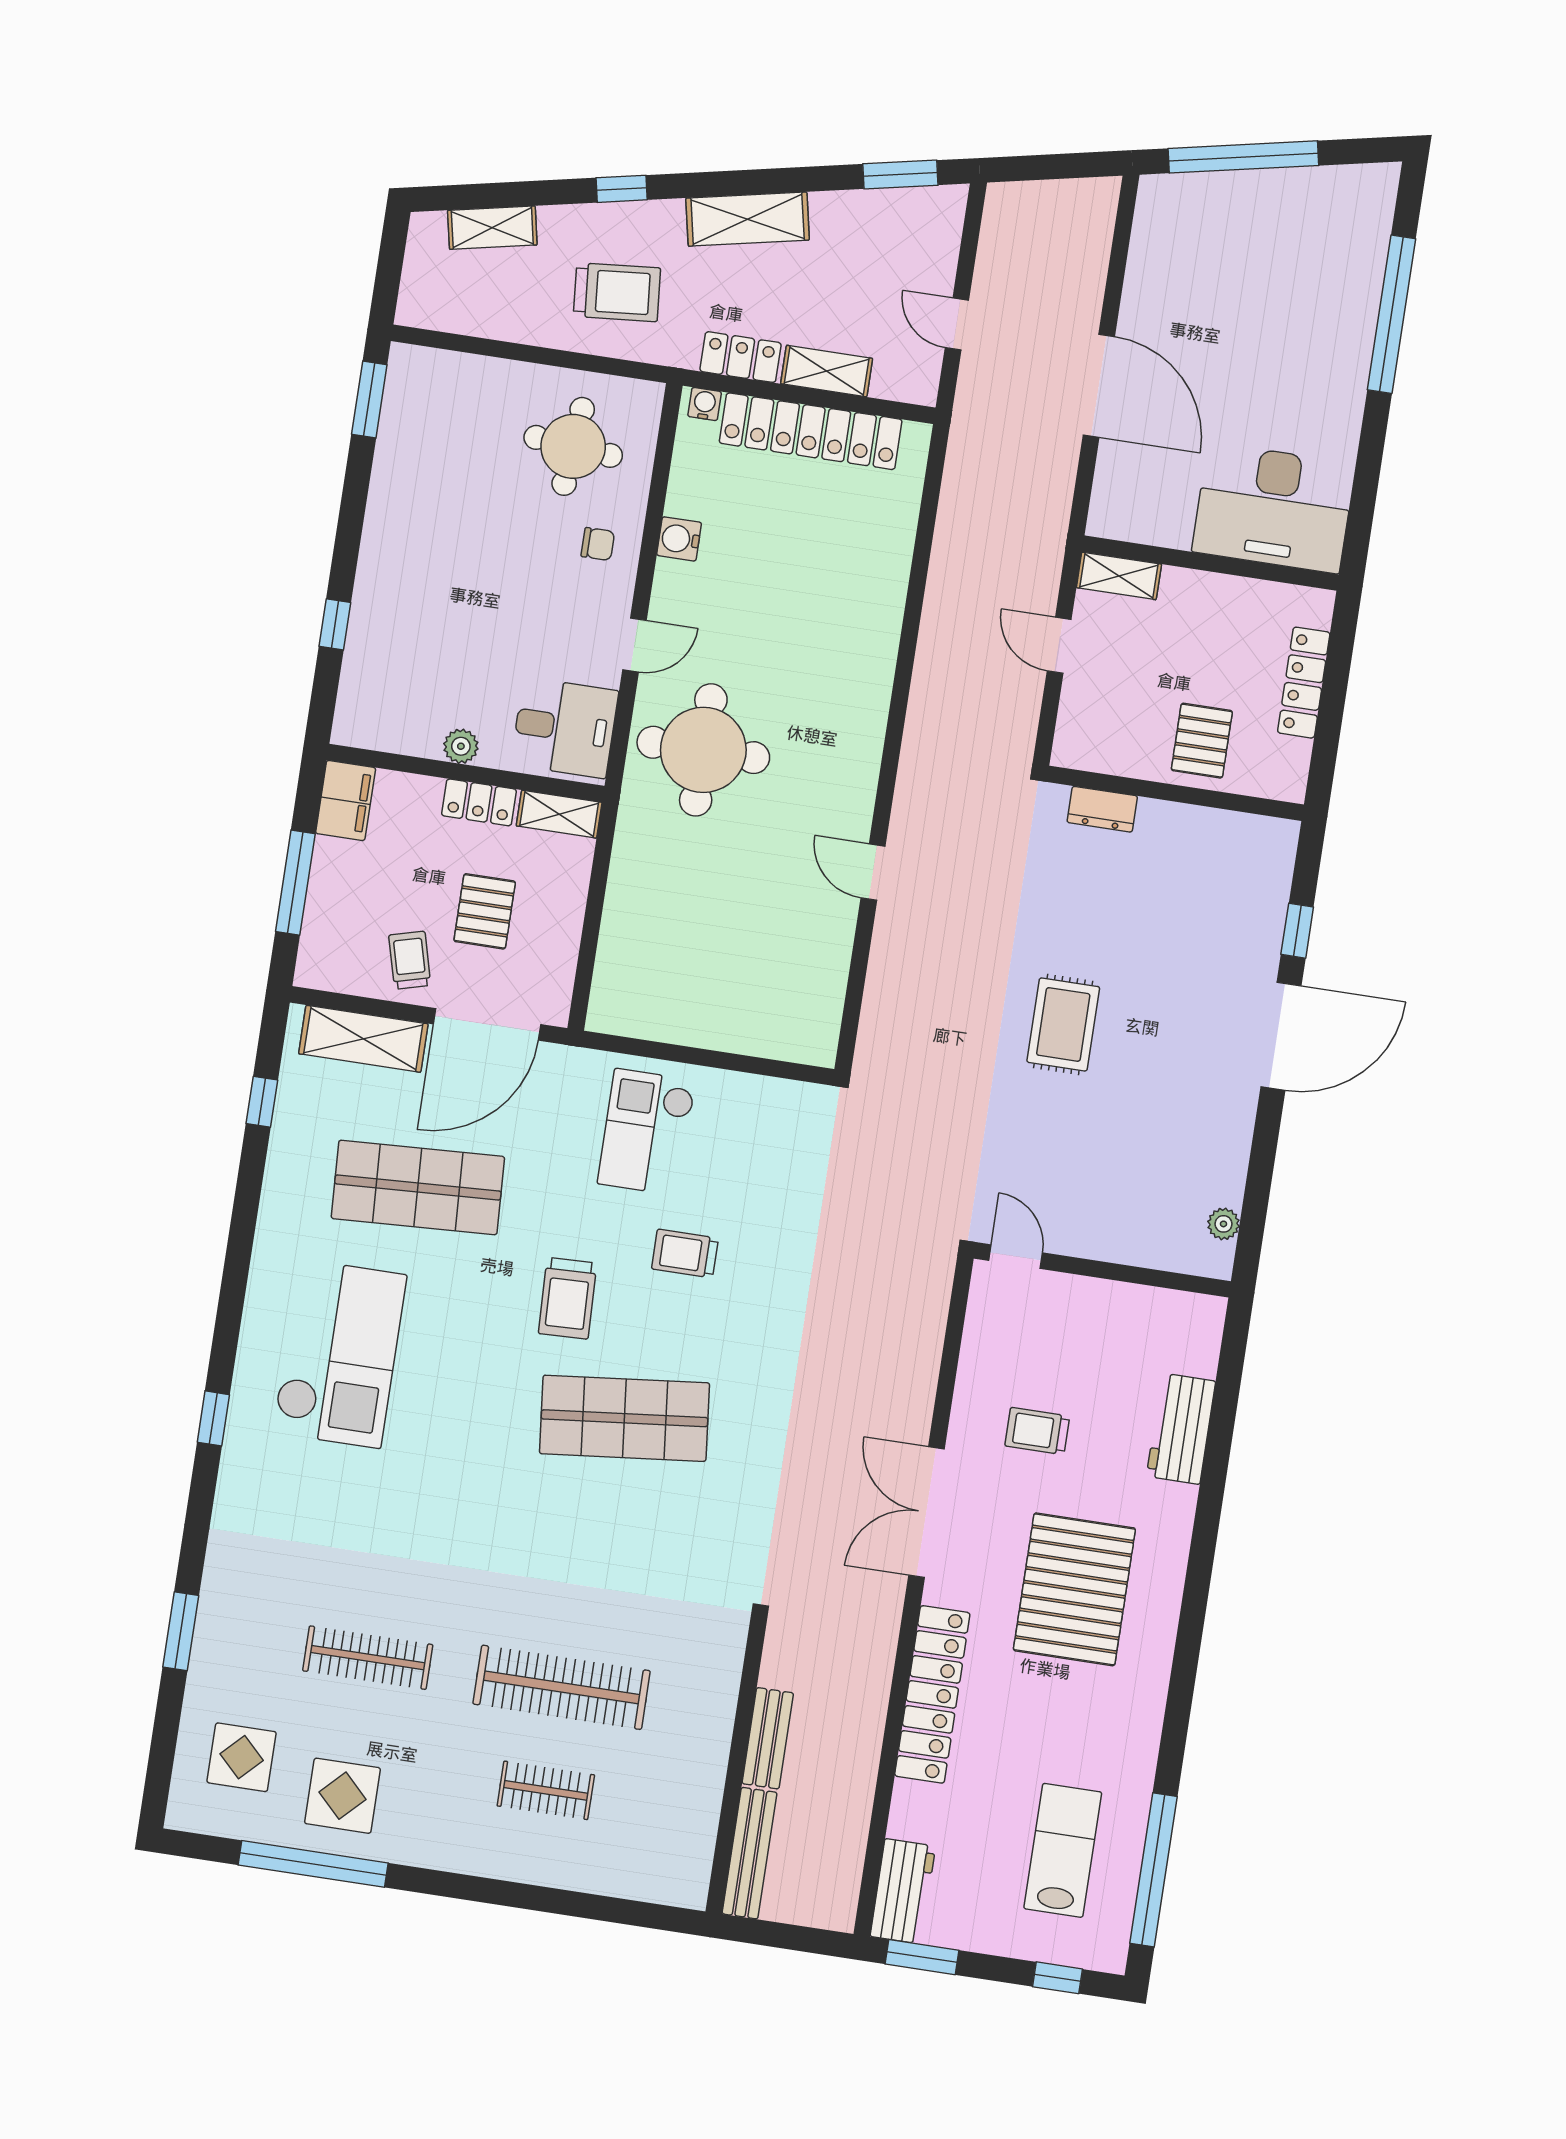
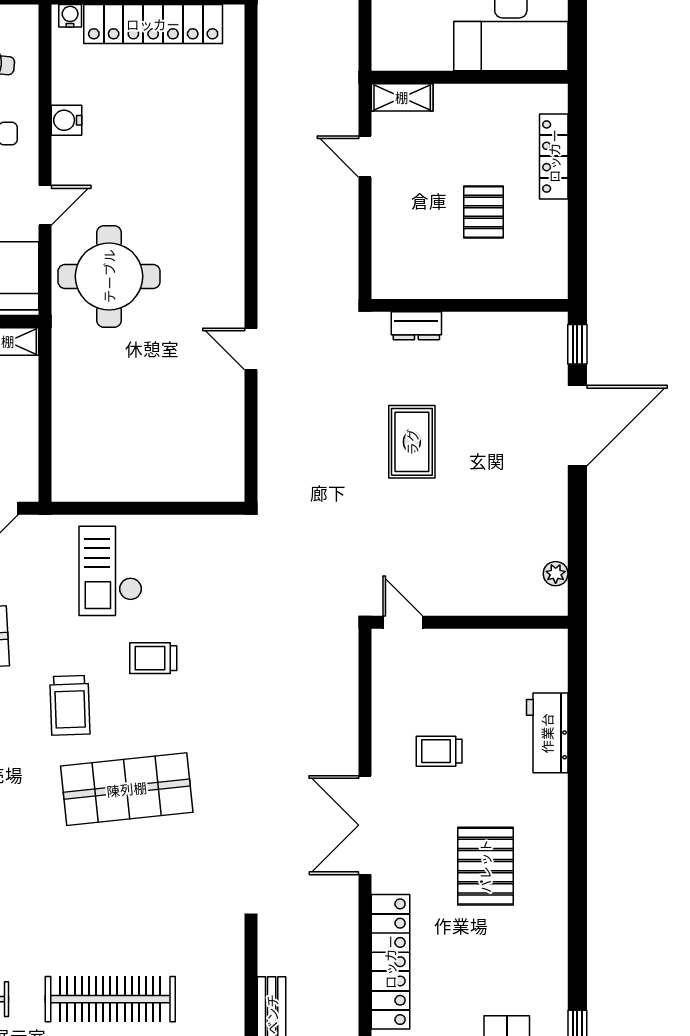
wall: (1175, 793) -> (470, 305), moved
dresser: (1102, 809) -> (416, 326), moved
pallet: (1074, 1589) -> (485, 866), width x0.73, depth x0.71

